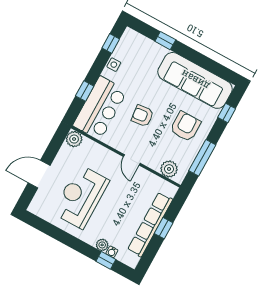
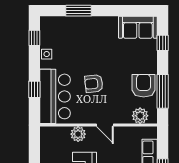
window: (165, 41) -> (79, 11), width x1.50
sofa: (195, 80) -> (138, 27), width x0.54, depth x0.79
armchair: (185, 126) -> (144, 86), moved
plant: (74, 139) -> (78, 134), moved

